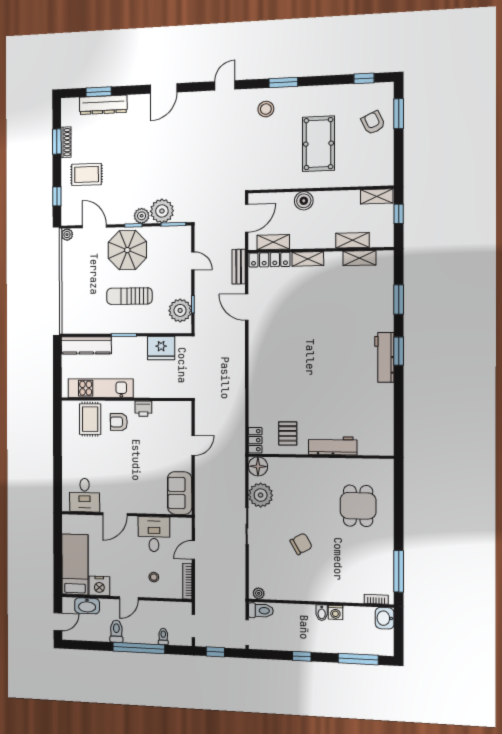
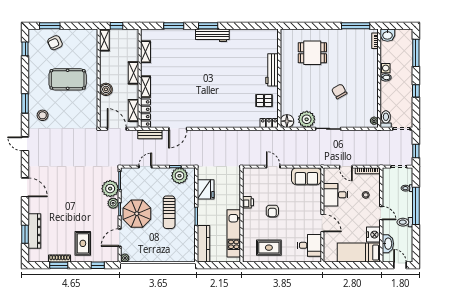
shelving: (353, 240) -> (133, 73), moved
rug: (90, 419) -> (269, 248), moved
armchair: (119, 422) -> (272, 211), moved

